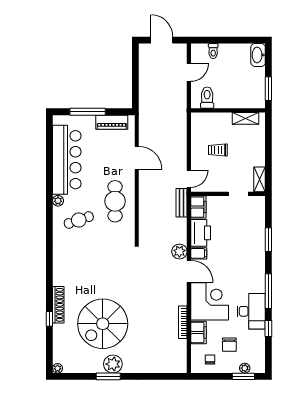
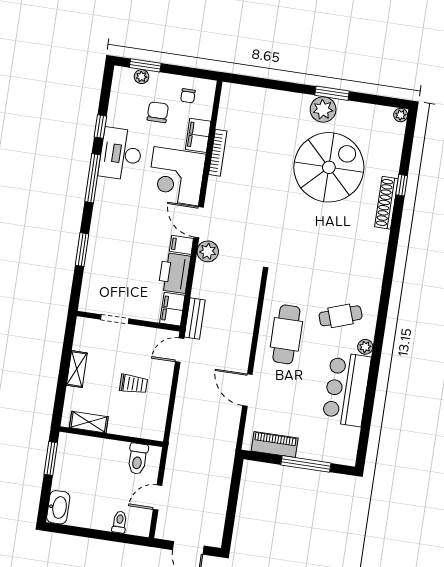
bar counter: (67, 160) -> (347, 389), width x0.73
shelving: (260, 179) -> (77, 369), moved

